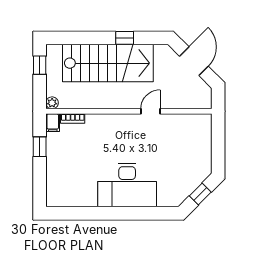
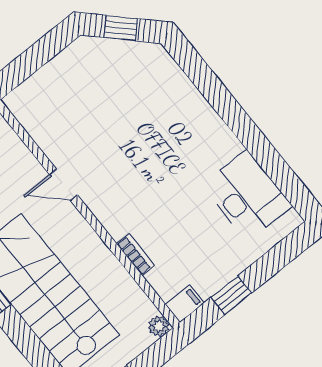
bookcase: (73, 118) -> (136, 254), moved
desk: (127, 185) -> (247, 196), moved, width x0.73, depth x0.77

